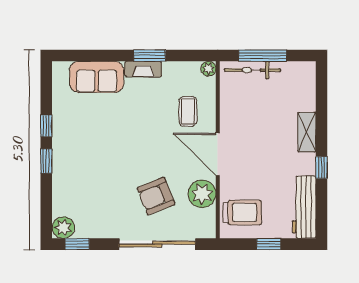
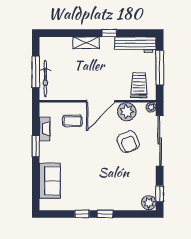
fireplace: (143, 69) -> (45, 129), moved
plant: (208, 69) -> (151, 107), moved
window: (269, 244) -> (160, 68), width x2.17

